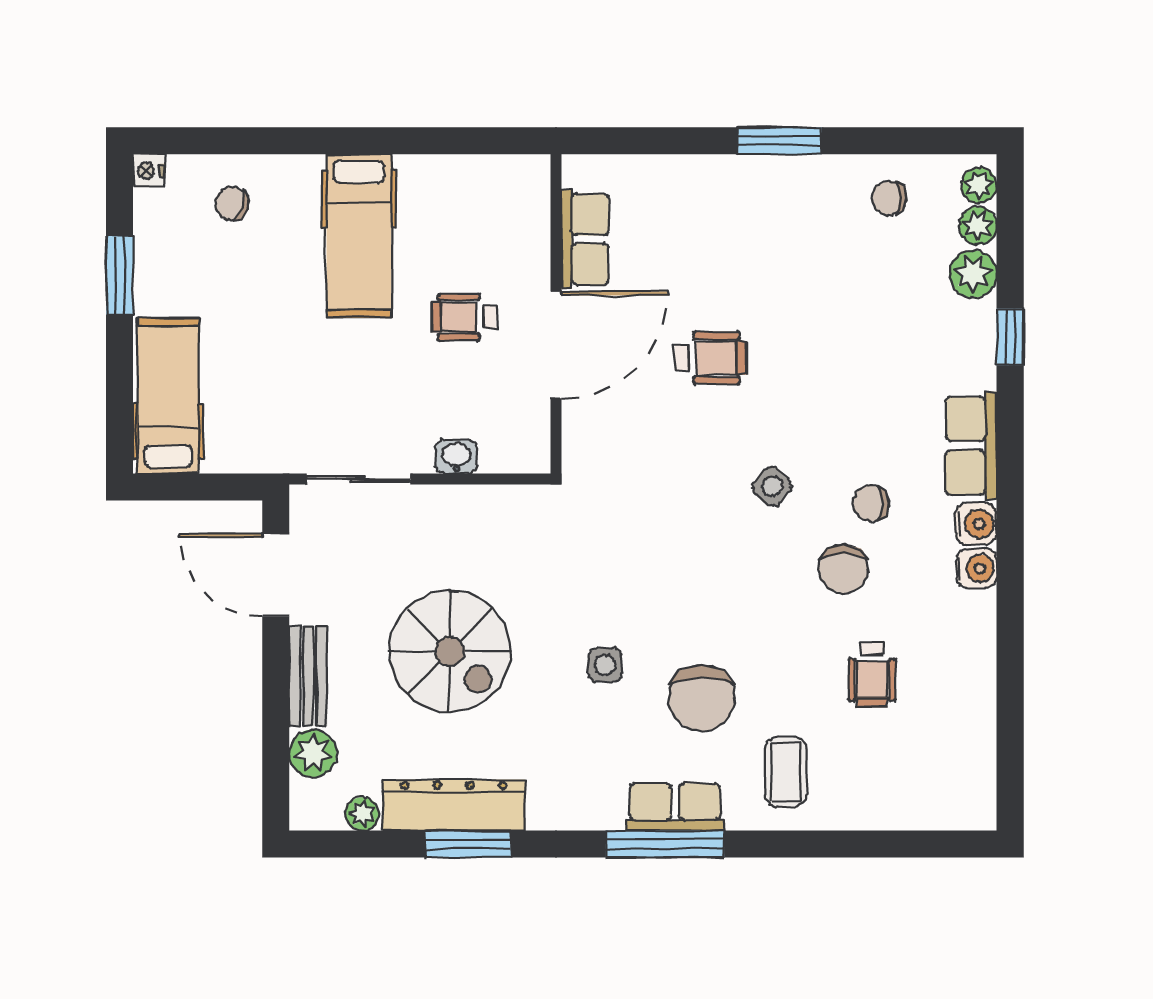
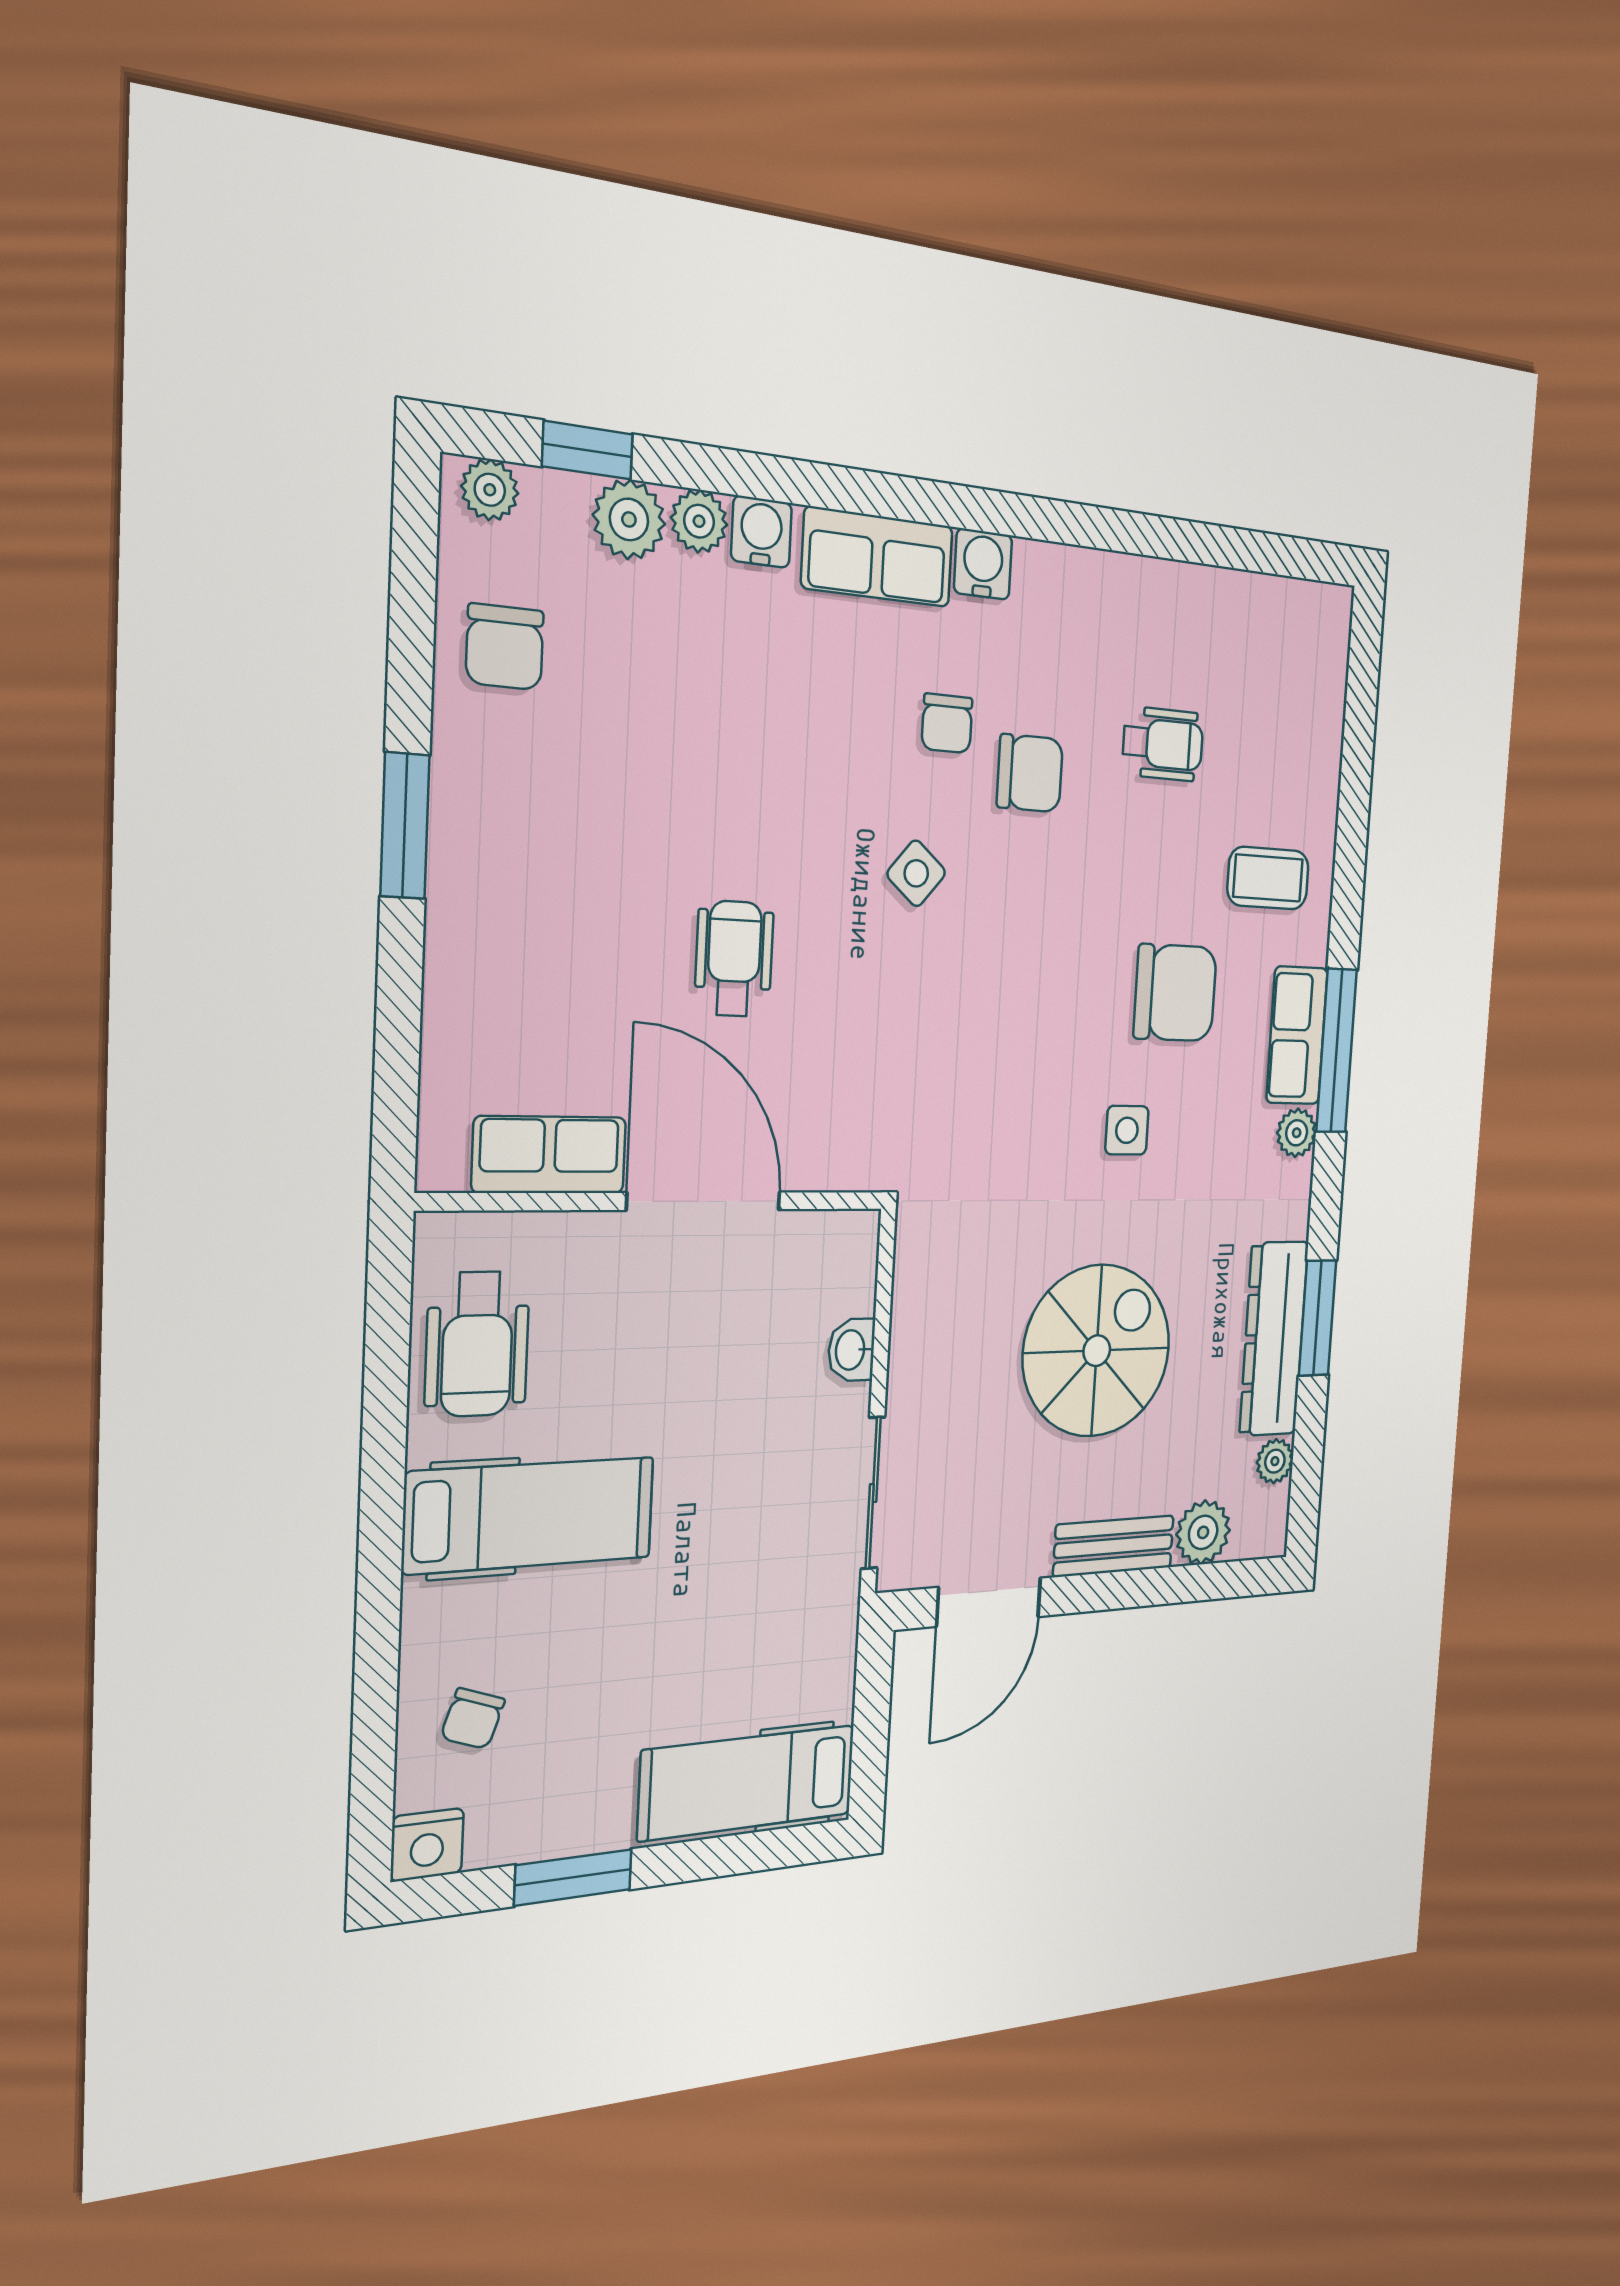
nightstand: (149, 171) -> (427, 1845), width x1.39, depth x1.35
chair: (889, 198) -> (505, 647), width x1.37, depth x1.37
plant: (978, 226) -> (699, 521), moved
wheelchair: (464, 317) -> (477, 1344), moved, width x1.36, depth x1.37
window: (1010, 337) -> (587, 450), moved
water cooler: (977, 568) -> (761, 532), moved
plant: (605, 813) -> (1297, 1133), added

